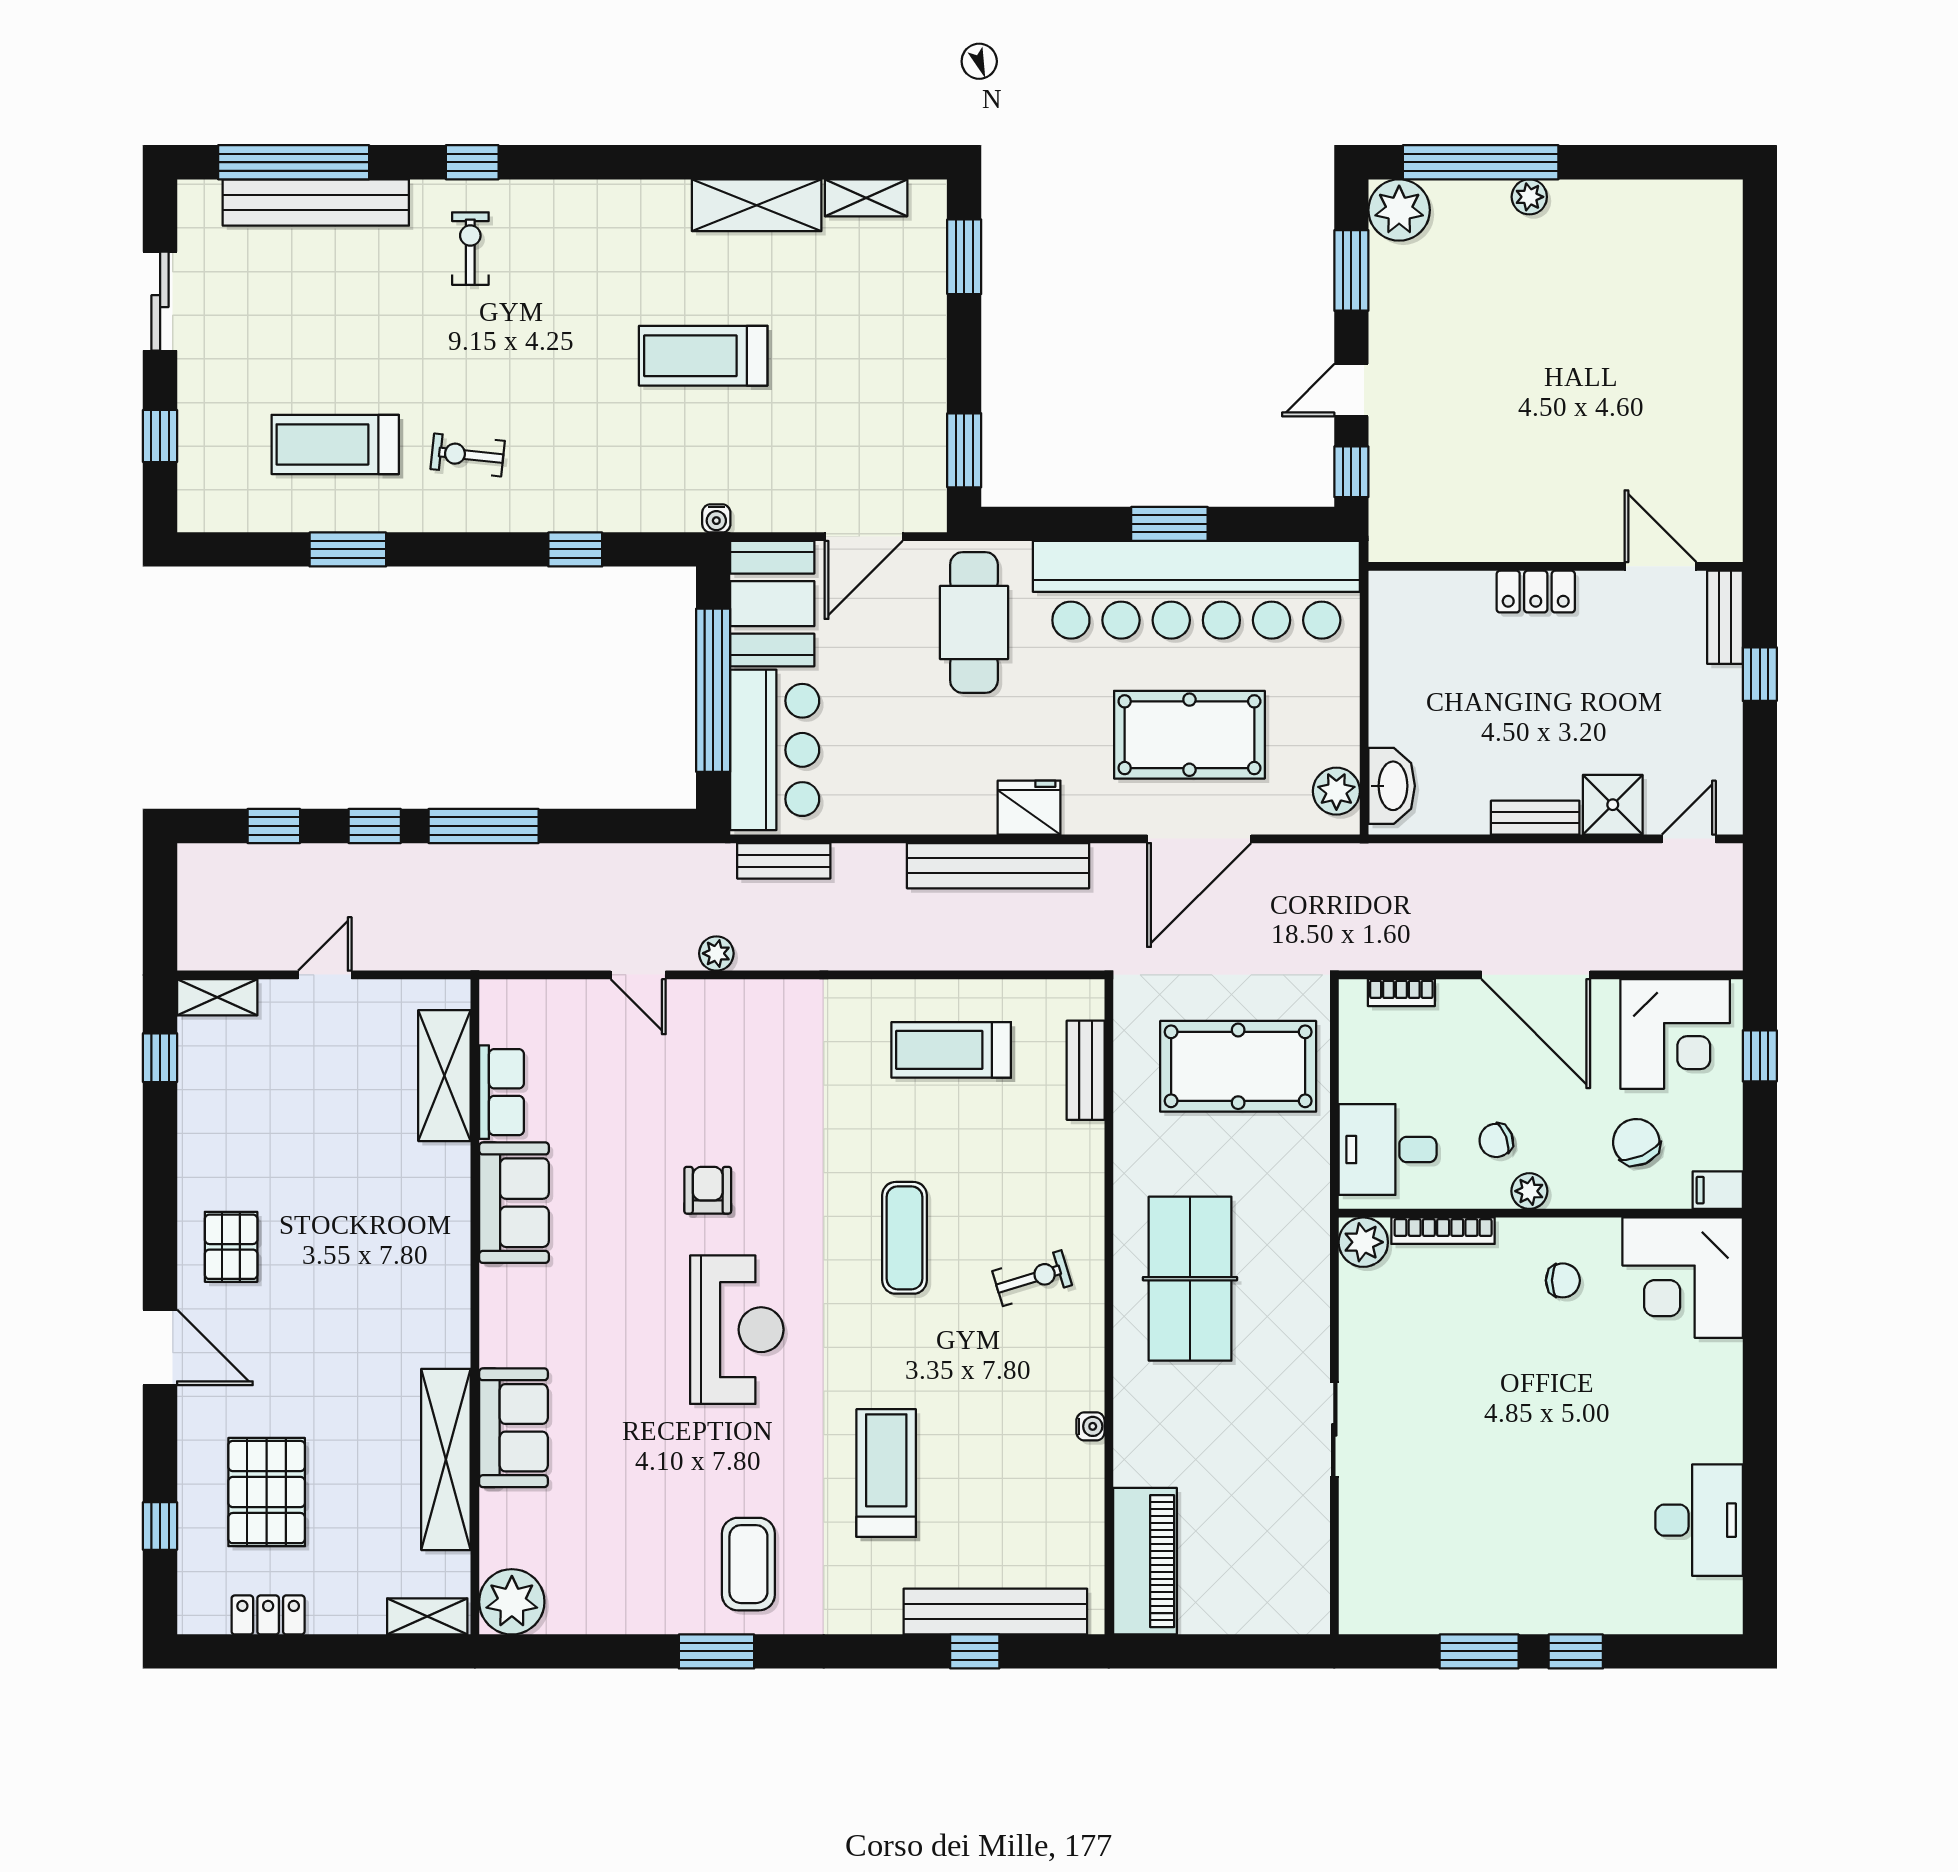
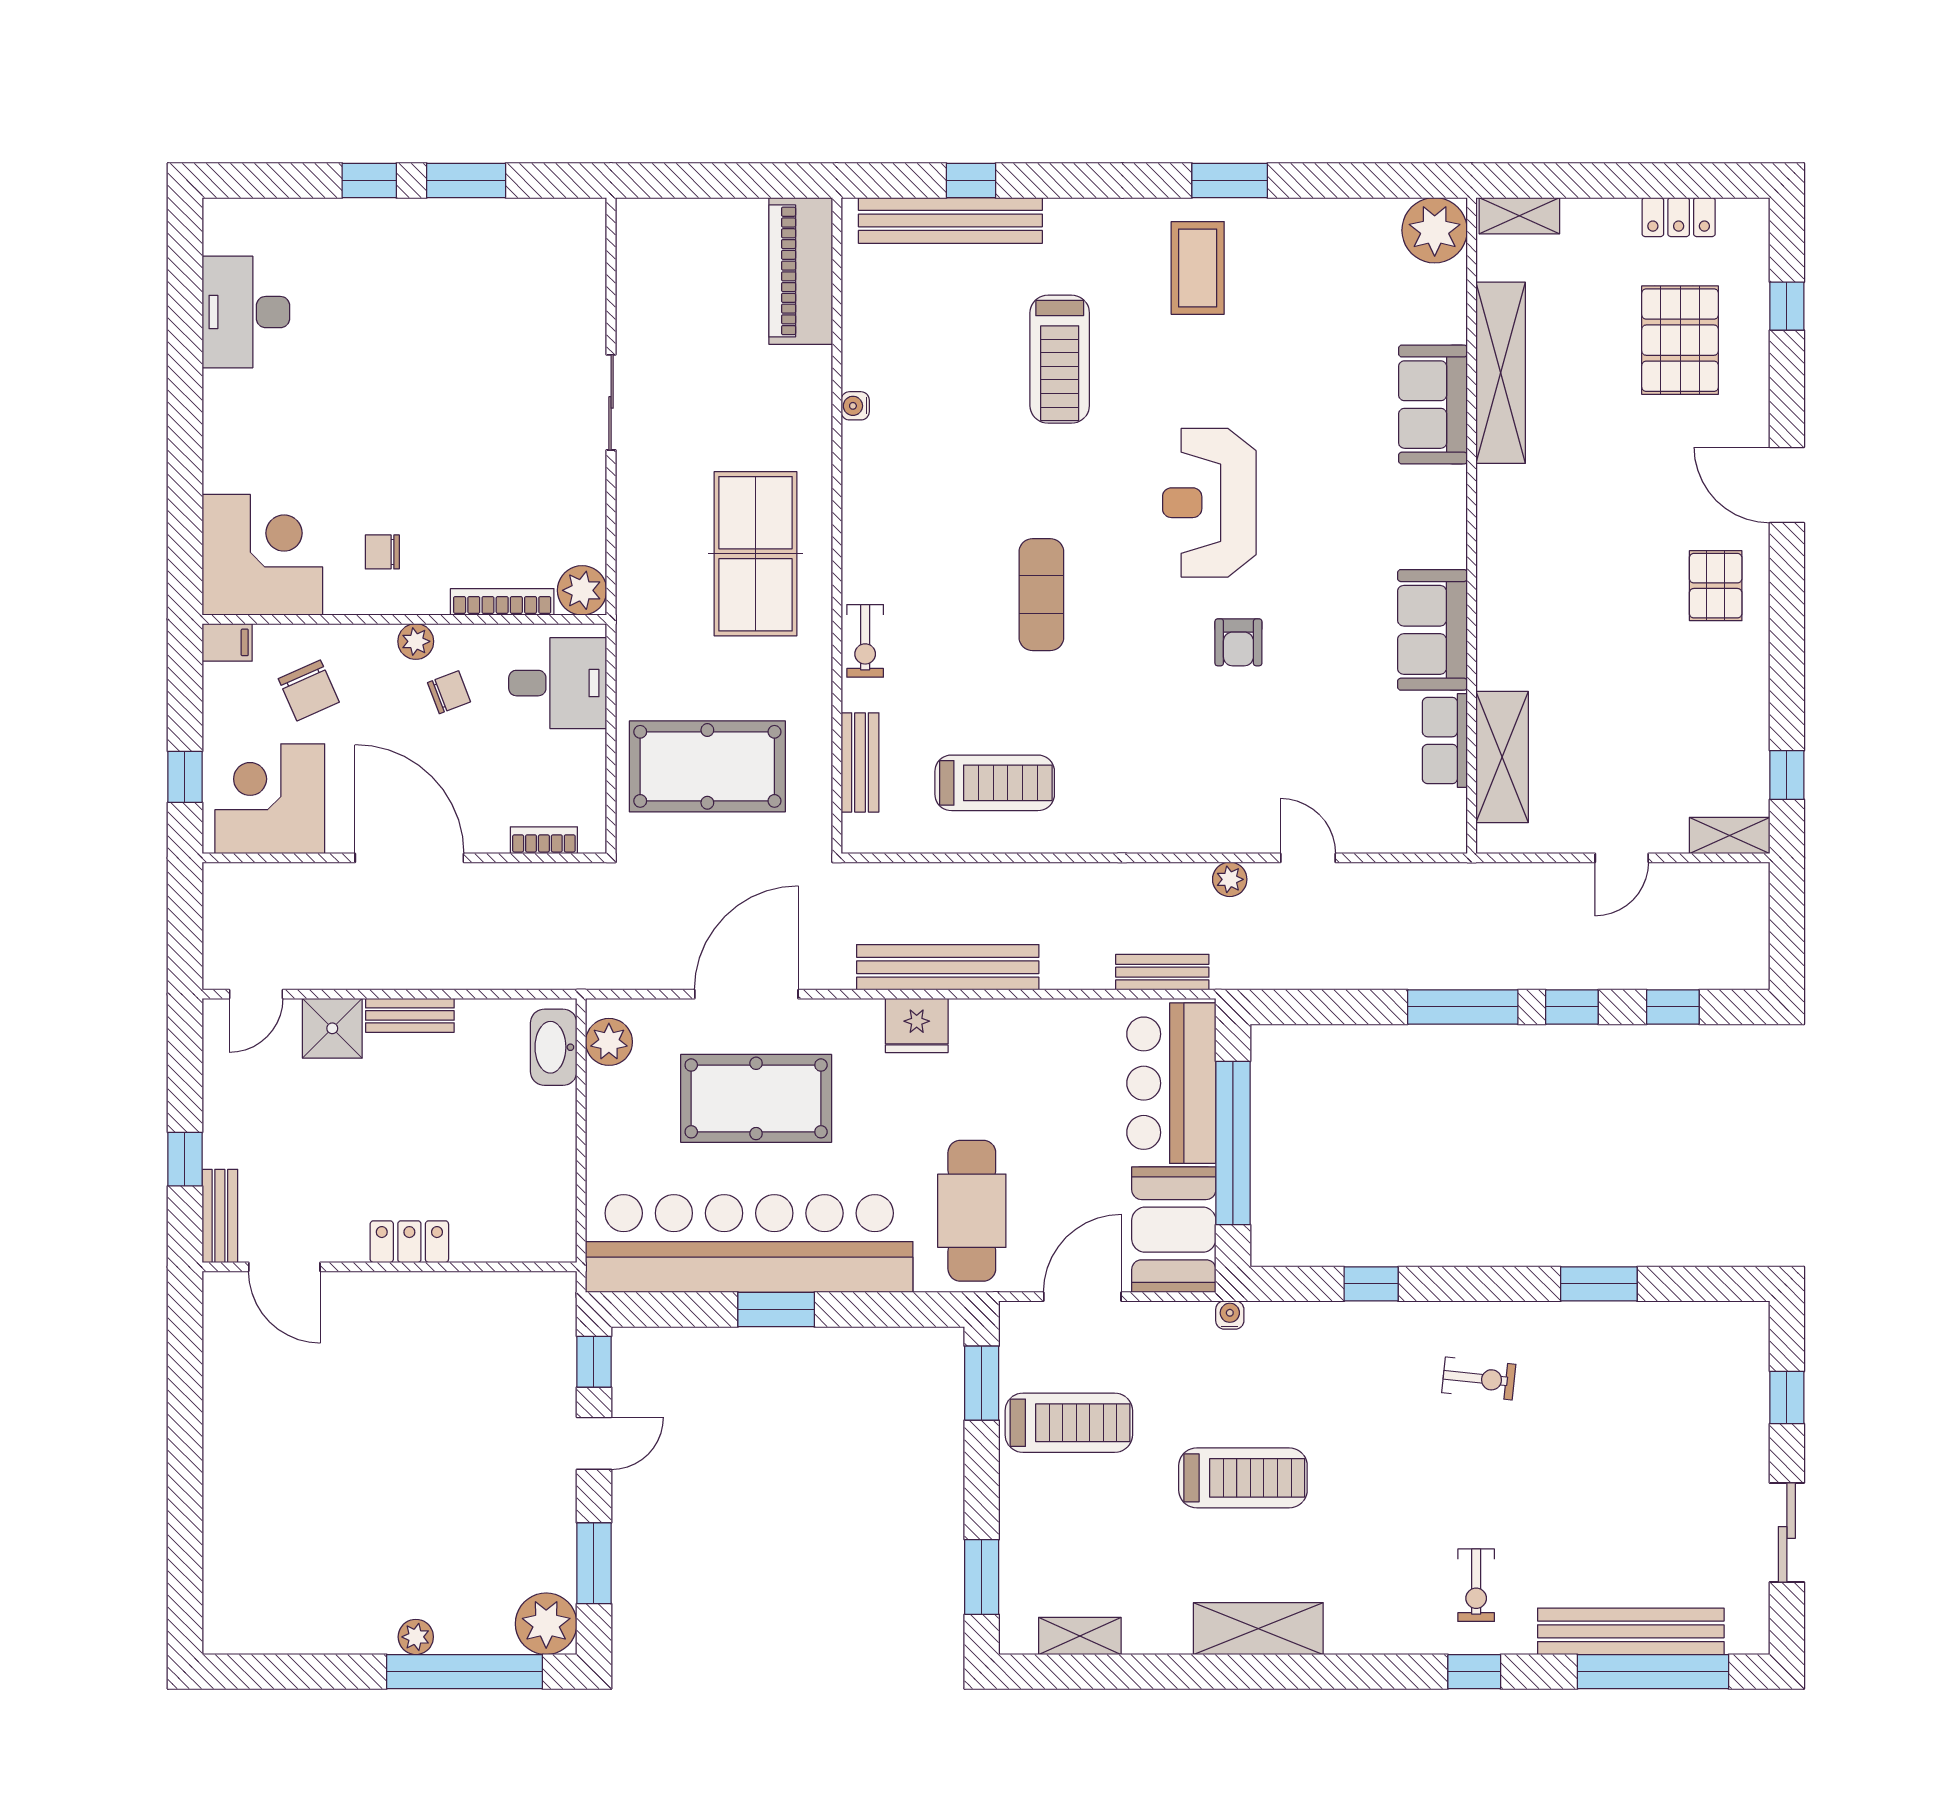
shelving: (757, 205) -> (1258, 1629), moved
treadmill: (335, 444) -> (1069, 1423), moved
exercise bike: (1032, 1278) -> (865, 641), moved, turned -73

